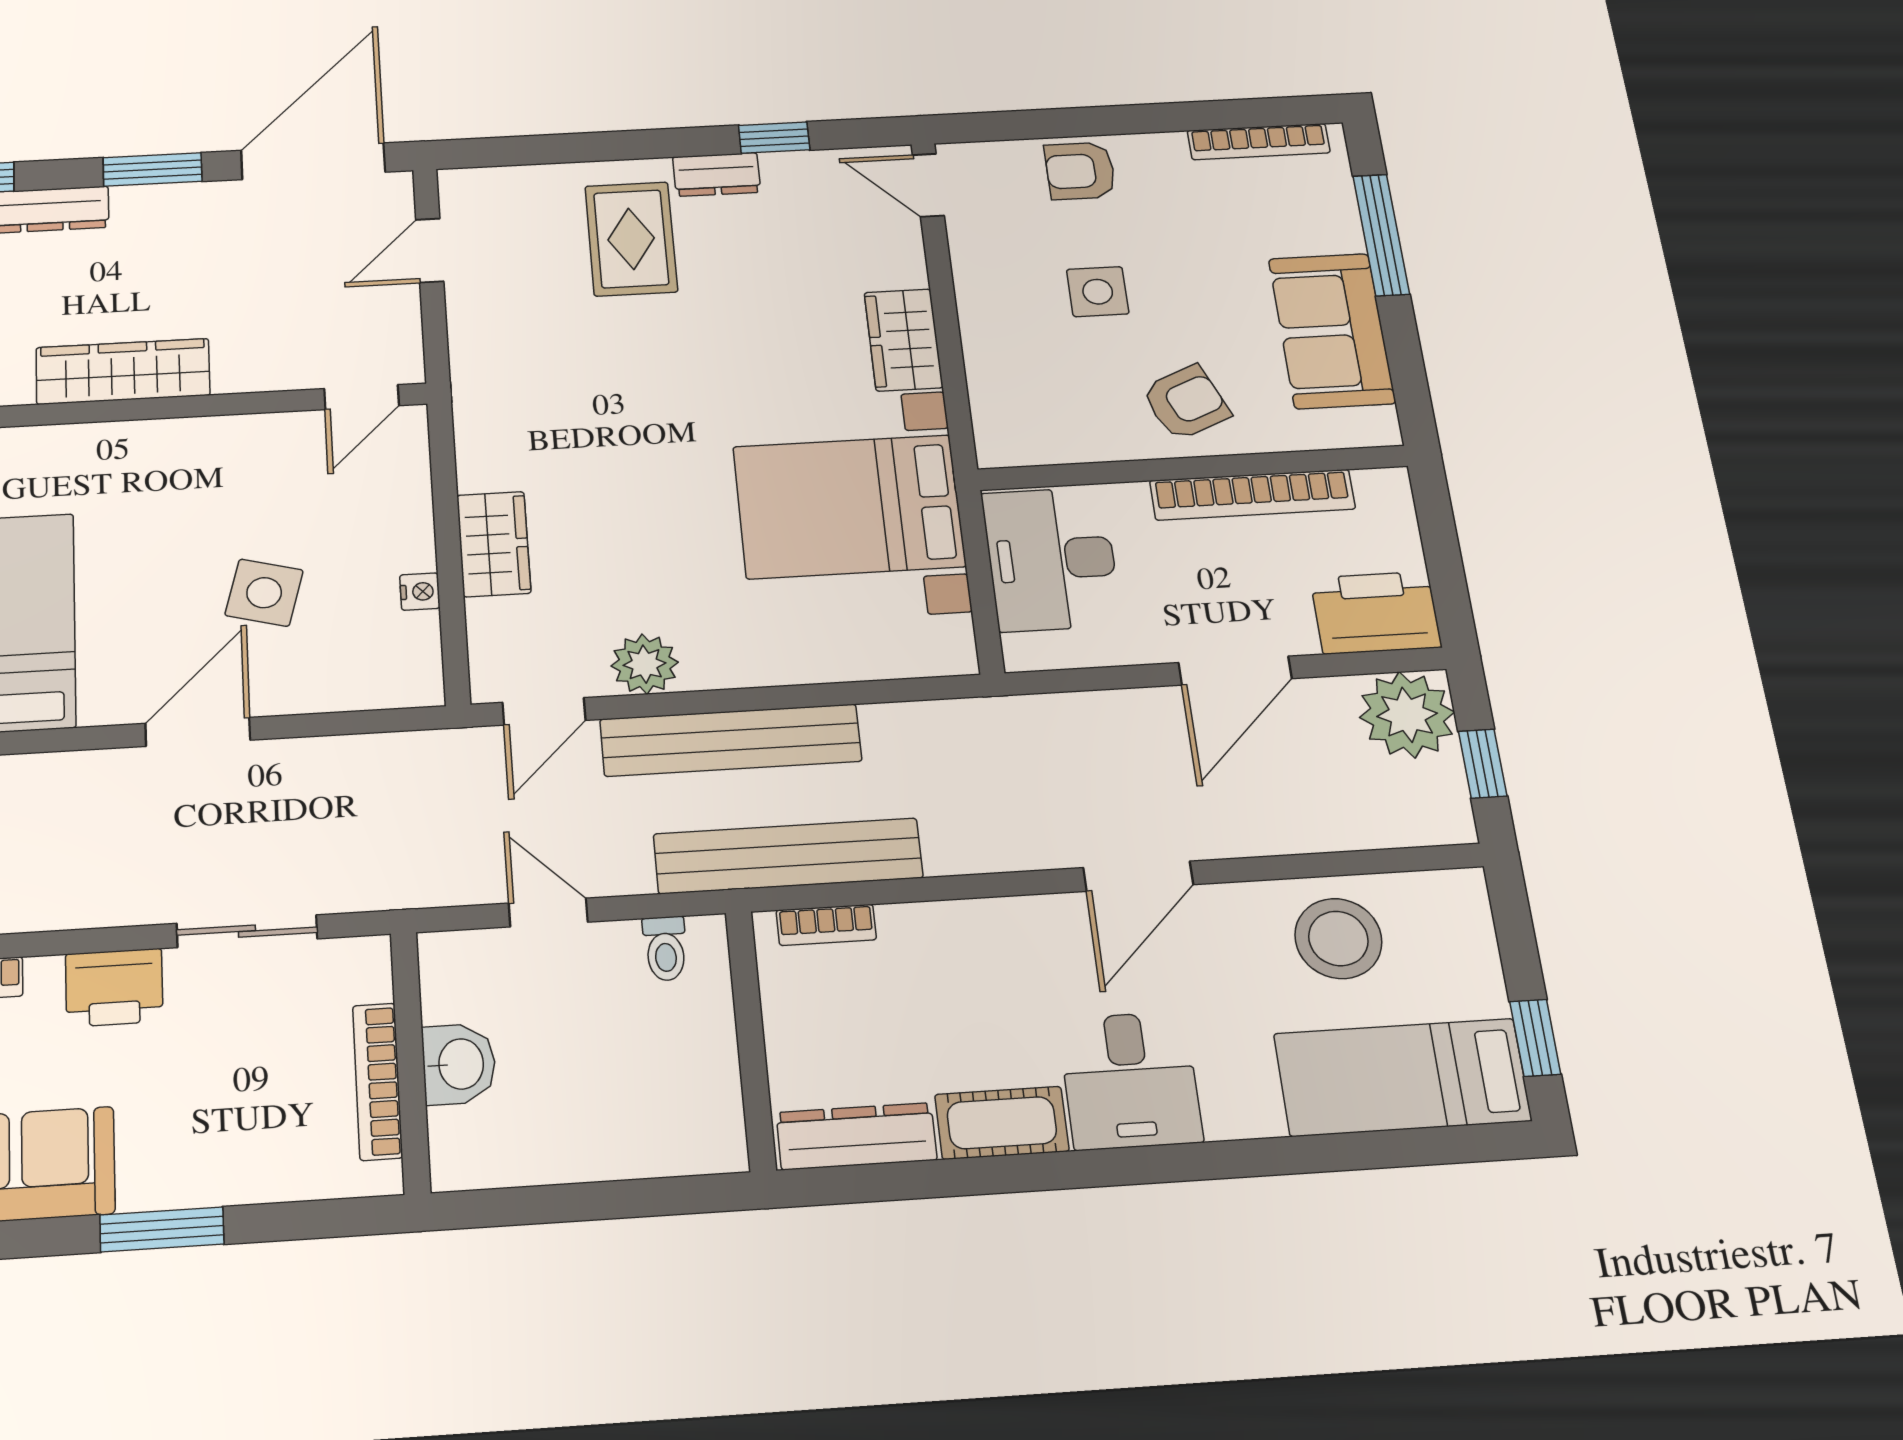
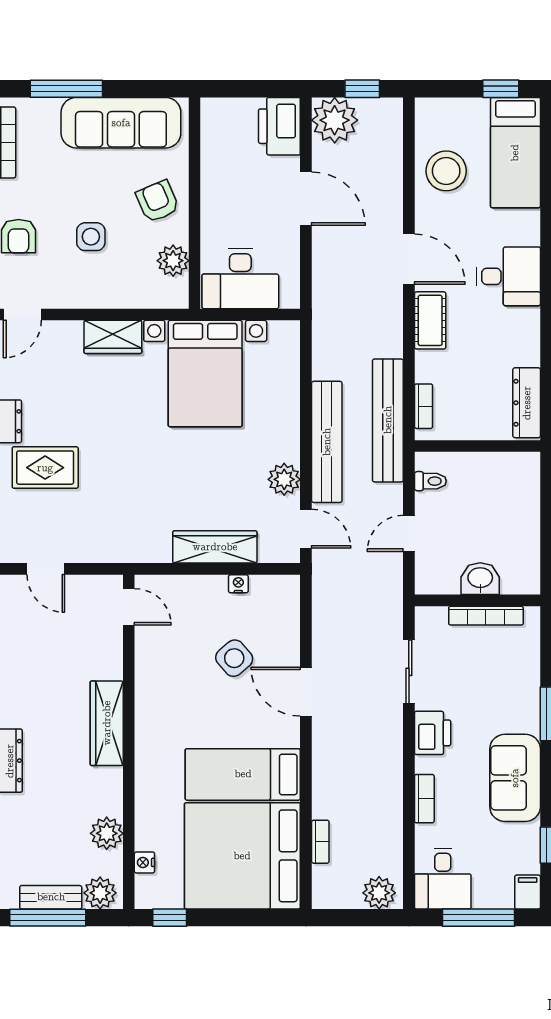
sofa: (1332, 331) -> (121, 123), width x1.36
plant: (1071, 436) -> (173, 261), added
bookcase: (1252, 495) -> (211, 176), removed
wardrobe: (494, 544) -> (215, 547), width x1.50
side table: (264, 593) -> (234, 658), turned 34
cot: (1002, 1123) -> (430, 320), moved

